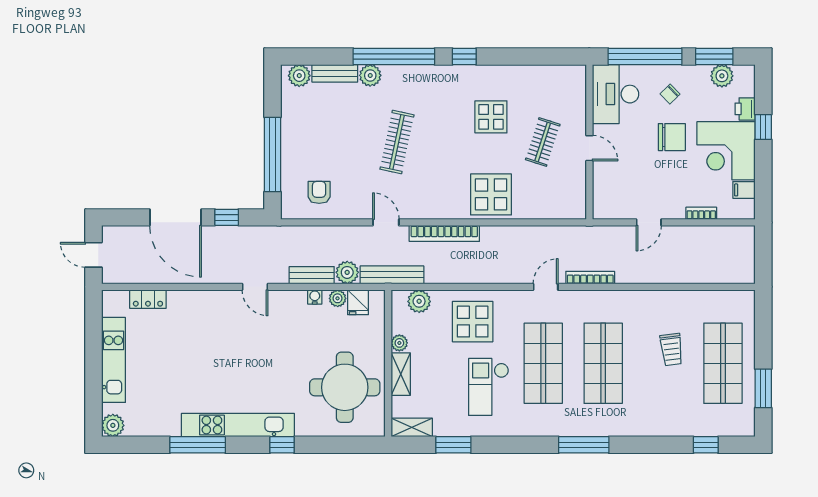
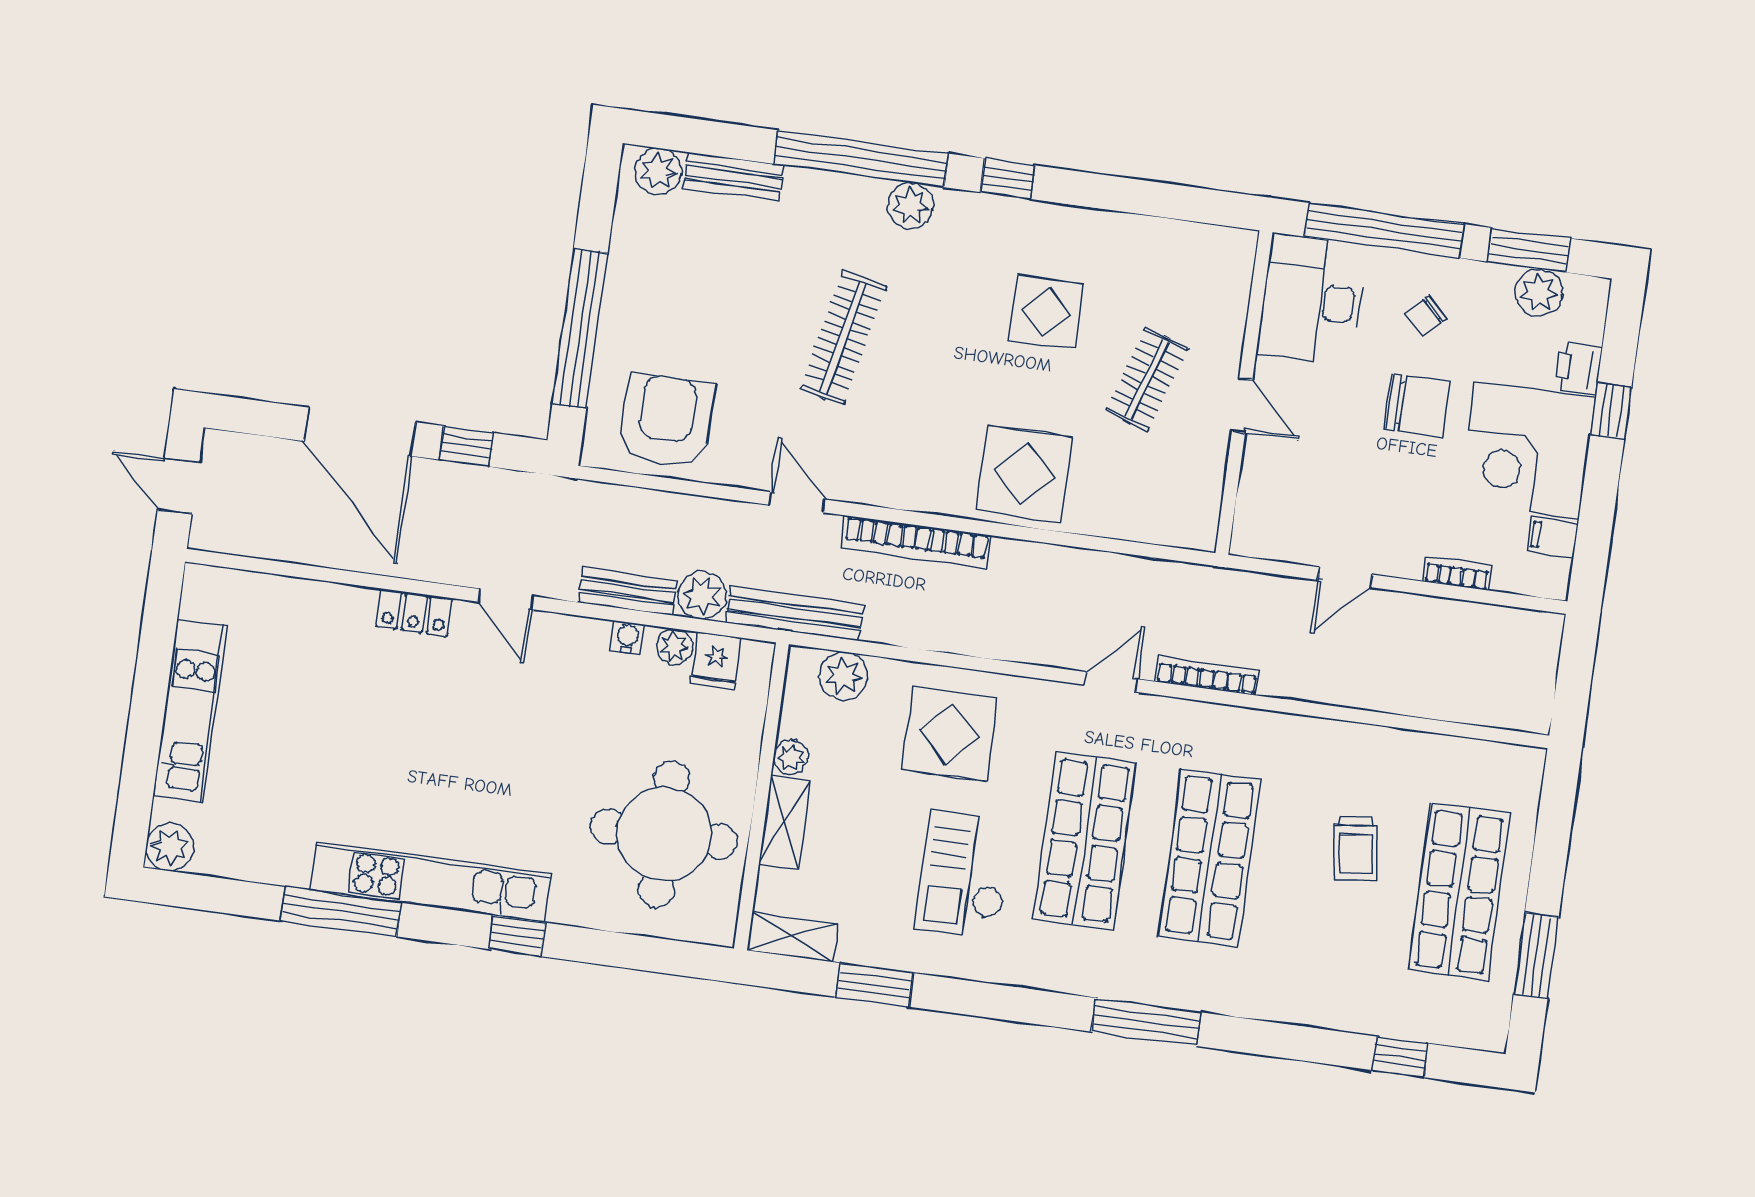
plant: (370, 75) -> (910, 206), moved
armchair: (319, 192) -> (666, 421), width x1.88, depth x1.88
locker: (148, 299) -> (414, 612), moved

